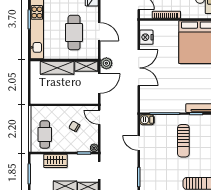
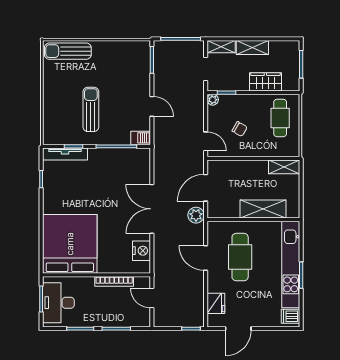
shelving: (86, 66) -> (284, 167), moved

